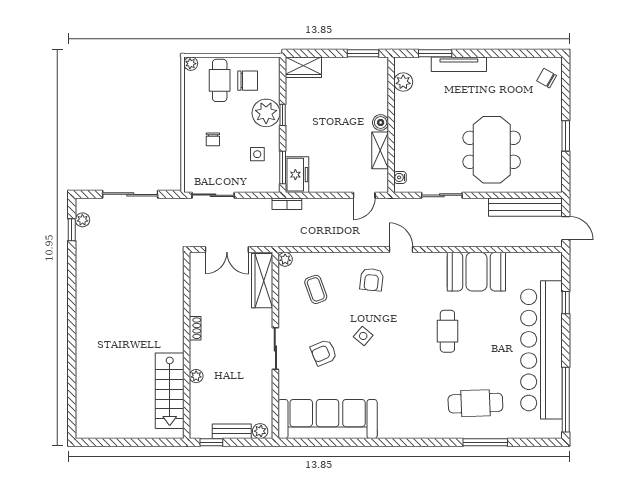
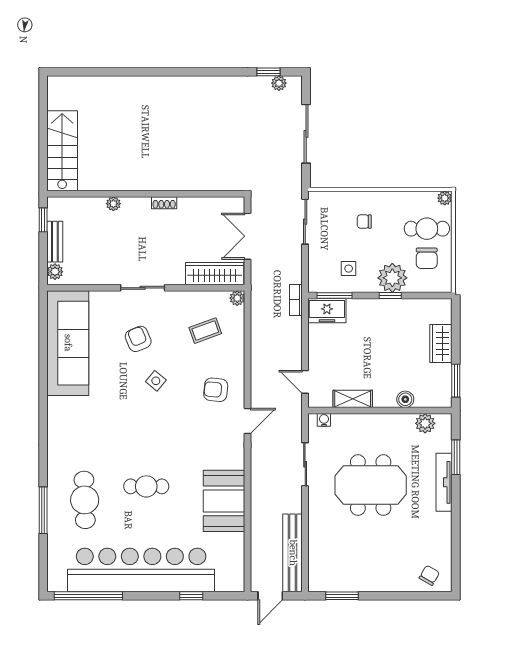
wardrobe: (303, 67) -> (441, 344), moved
boiler: (381, 122) -> (405, 399), moved
window: (566, 136) -> (342, 596), moved
meeting table: (492, 150) -> (371, 485), moved
cafe table: (447, 331) -> (146, 486), moved
stairs: (170, 391) -> (62, 151), moved, turned 90

